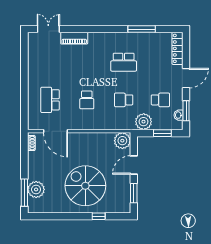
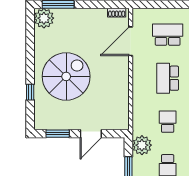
school desk: (87, 100) -> (168, 78), width x1.85
plant: (122, 141) -> (119, 120), removed
door: (134, 165) -> (91, 134), swing flipped
plant: (36, 189) -> (44, 18), moved

